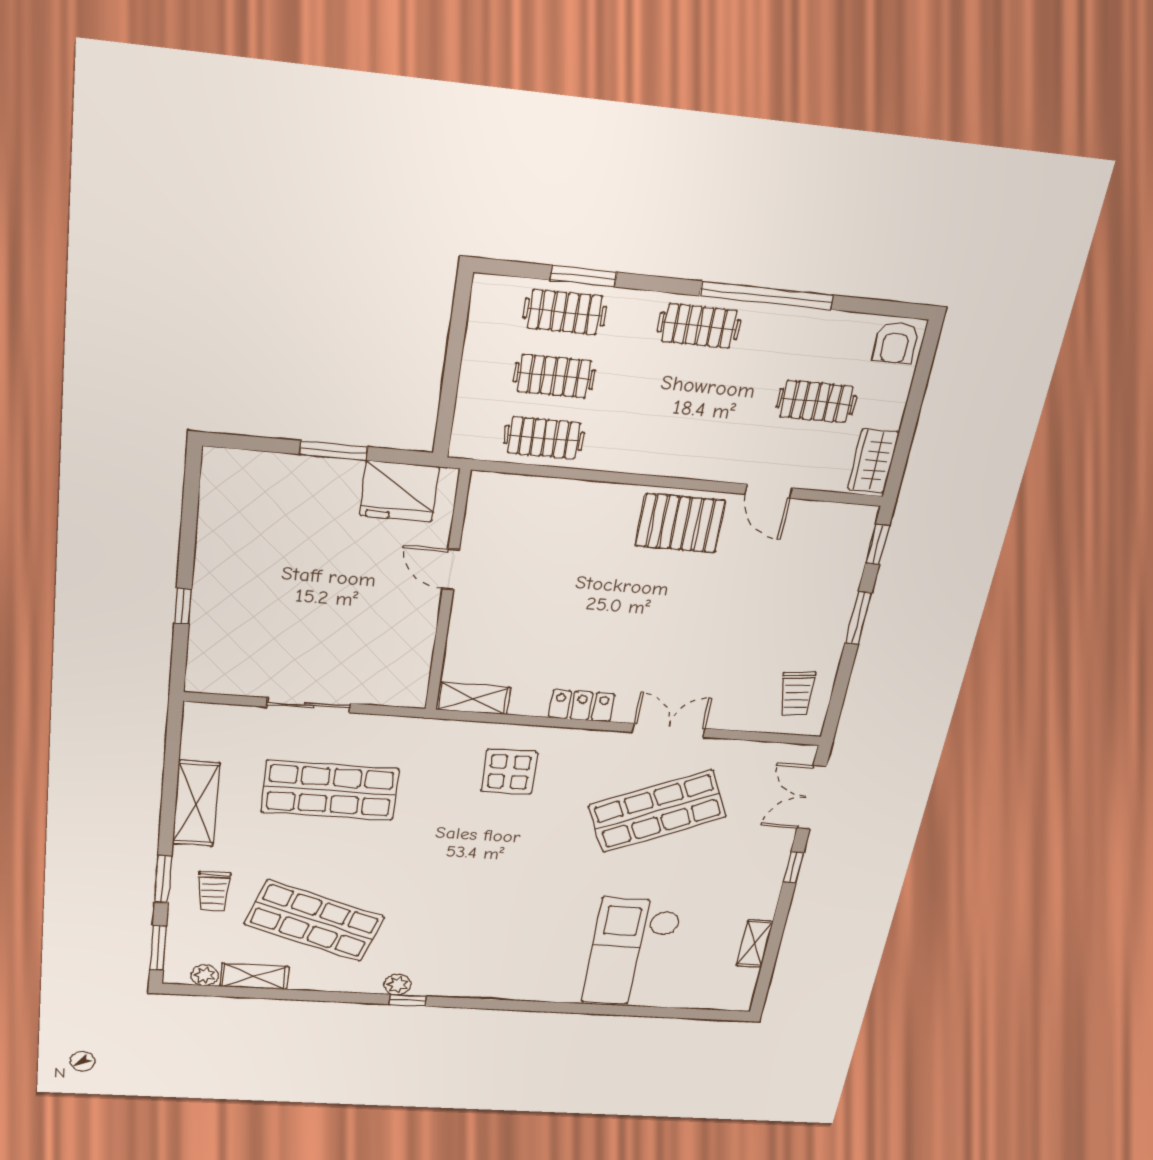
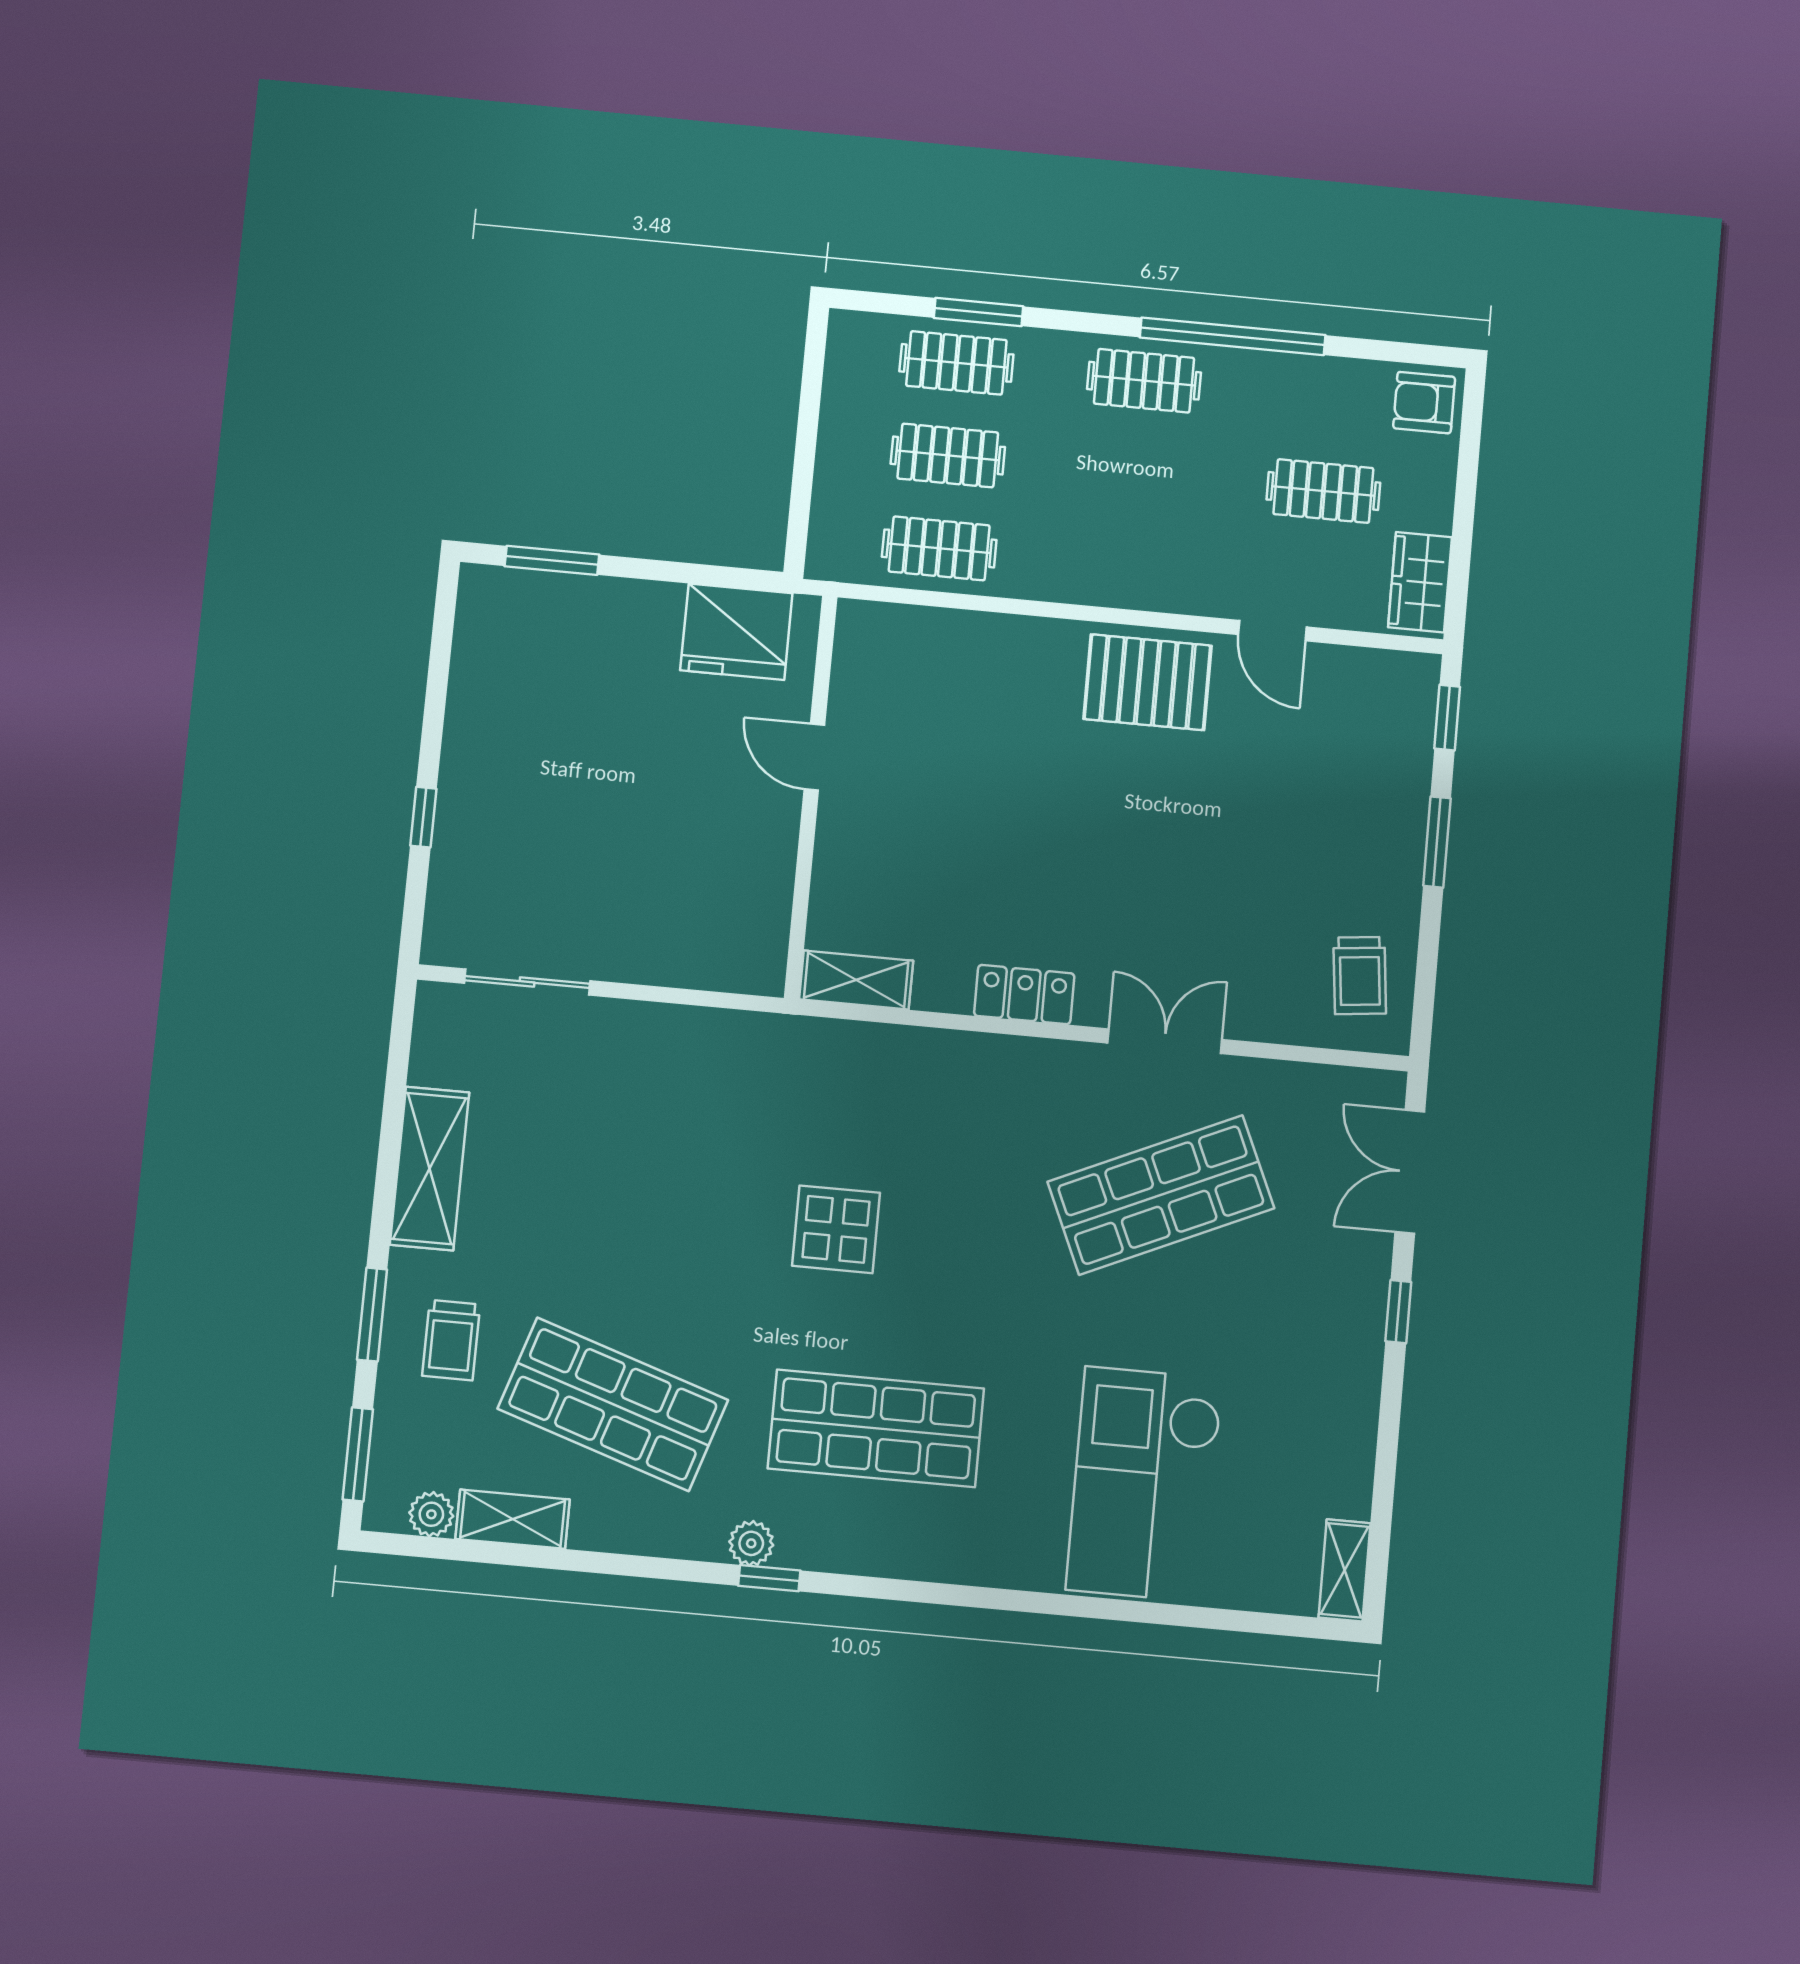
armchair: (896, 343) -> (1424, 403), turned 90
window: (333, 451) -> (552, 560), moved
sliding door: (309, 705) -> (527, 982), moved
display table: (509, 772) -> (836, 1229), moved
shop shelf: (330, 790) -> (876, 1428), moved
shelving: (755, 944) -> (1345, 1570), moved

